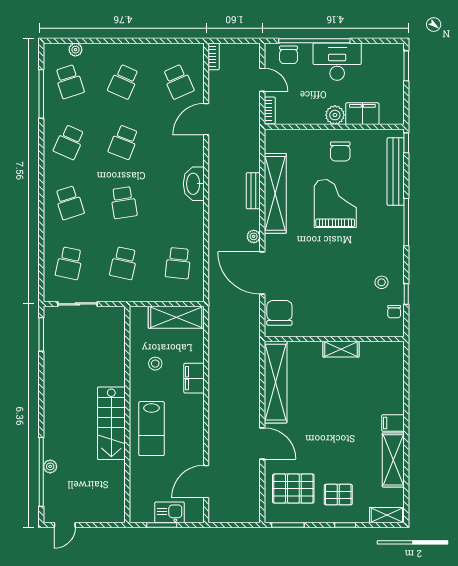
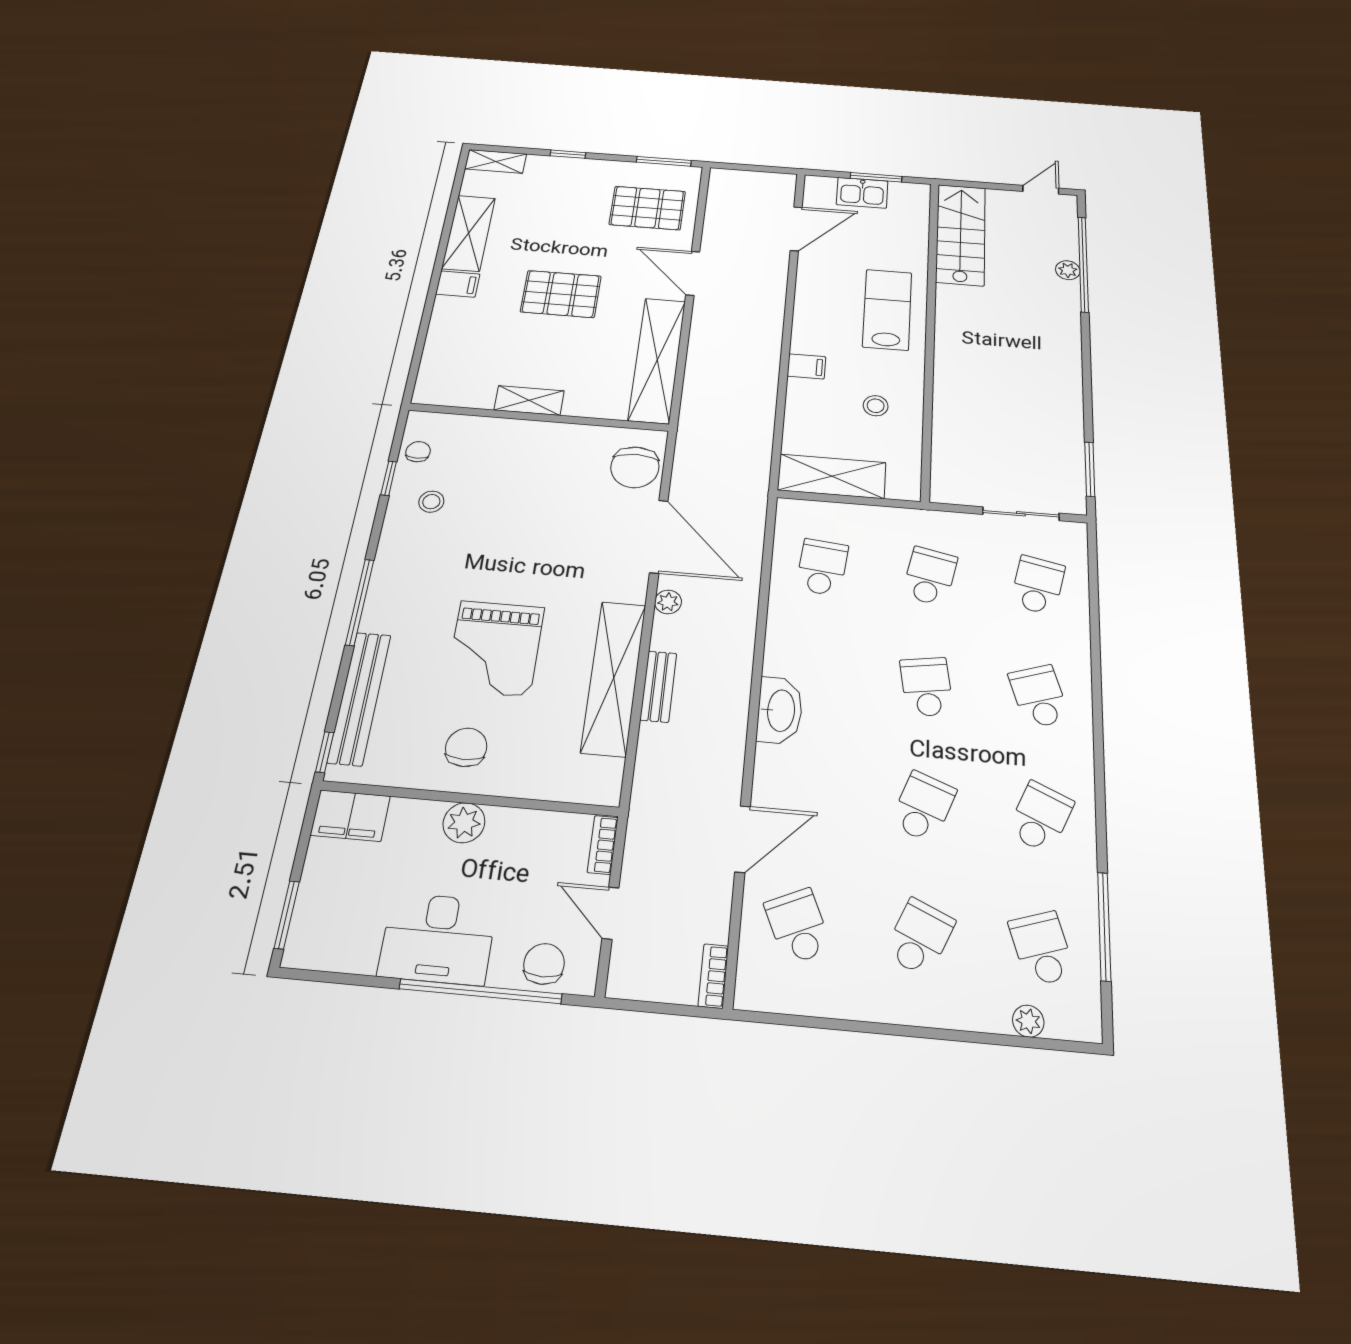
filing cabinet: (362, 114) -> (350, 816), moved
filing cabinet: (194, 378) -> (806, 366), width x0.50
stairs: (111, 423) -> (961, 234), moved
pallet: (338, 495) -> (561, 294), moved, width x1.50, depth x1.42

